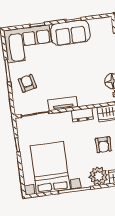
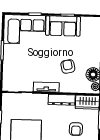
armchair: (27, 83) -> (68, 66), moved
dresser: (82, 115) -> (62, 100), width x1.44

